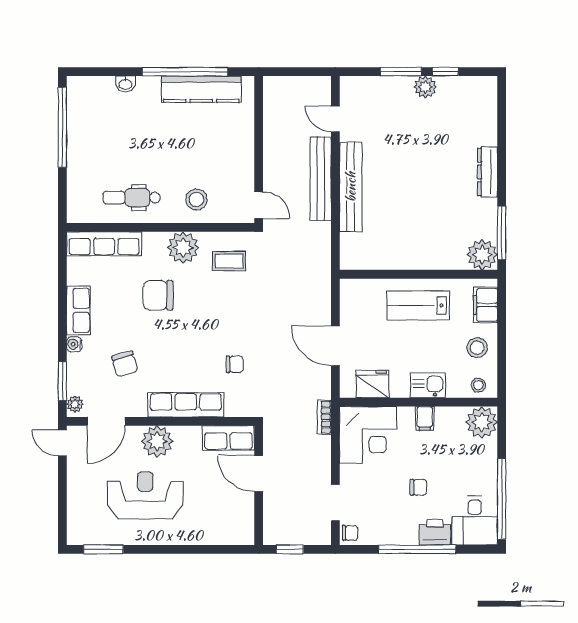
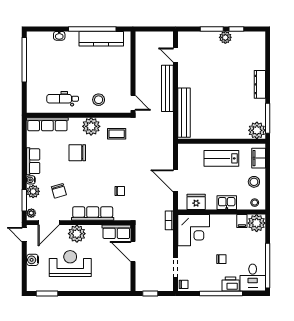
bench: (351, 187) -> (184, 113), moved
plant: (78, 365) -> (33, 191), added
filing cabinet: (425, 418) -> (242, 221), moved
water cooler: (77, 489) -> (33, 260), added

